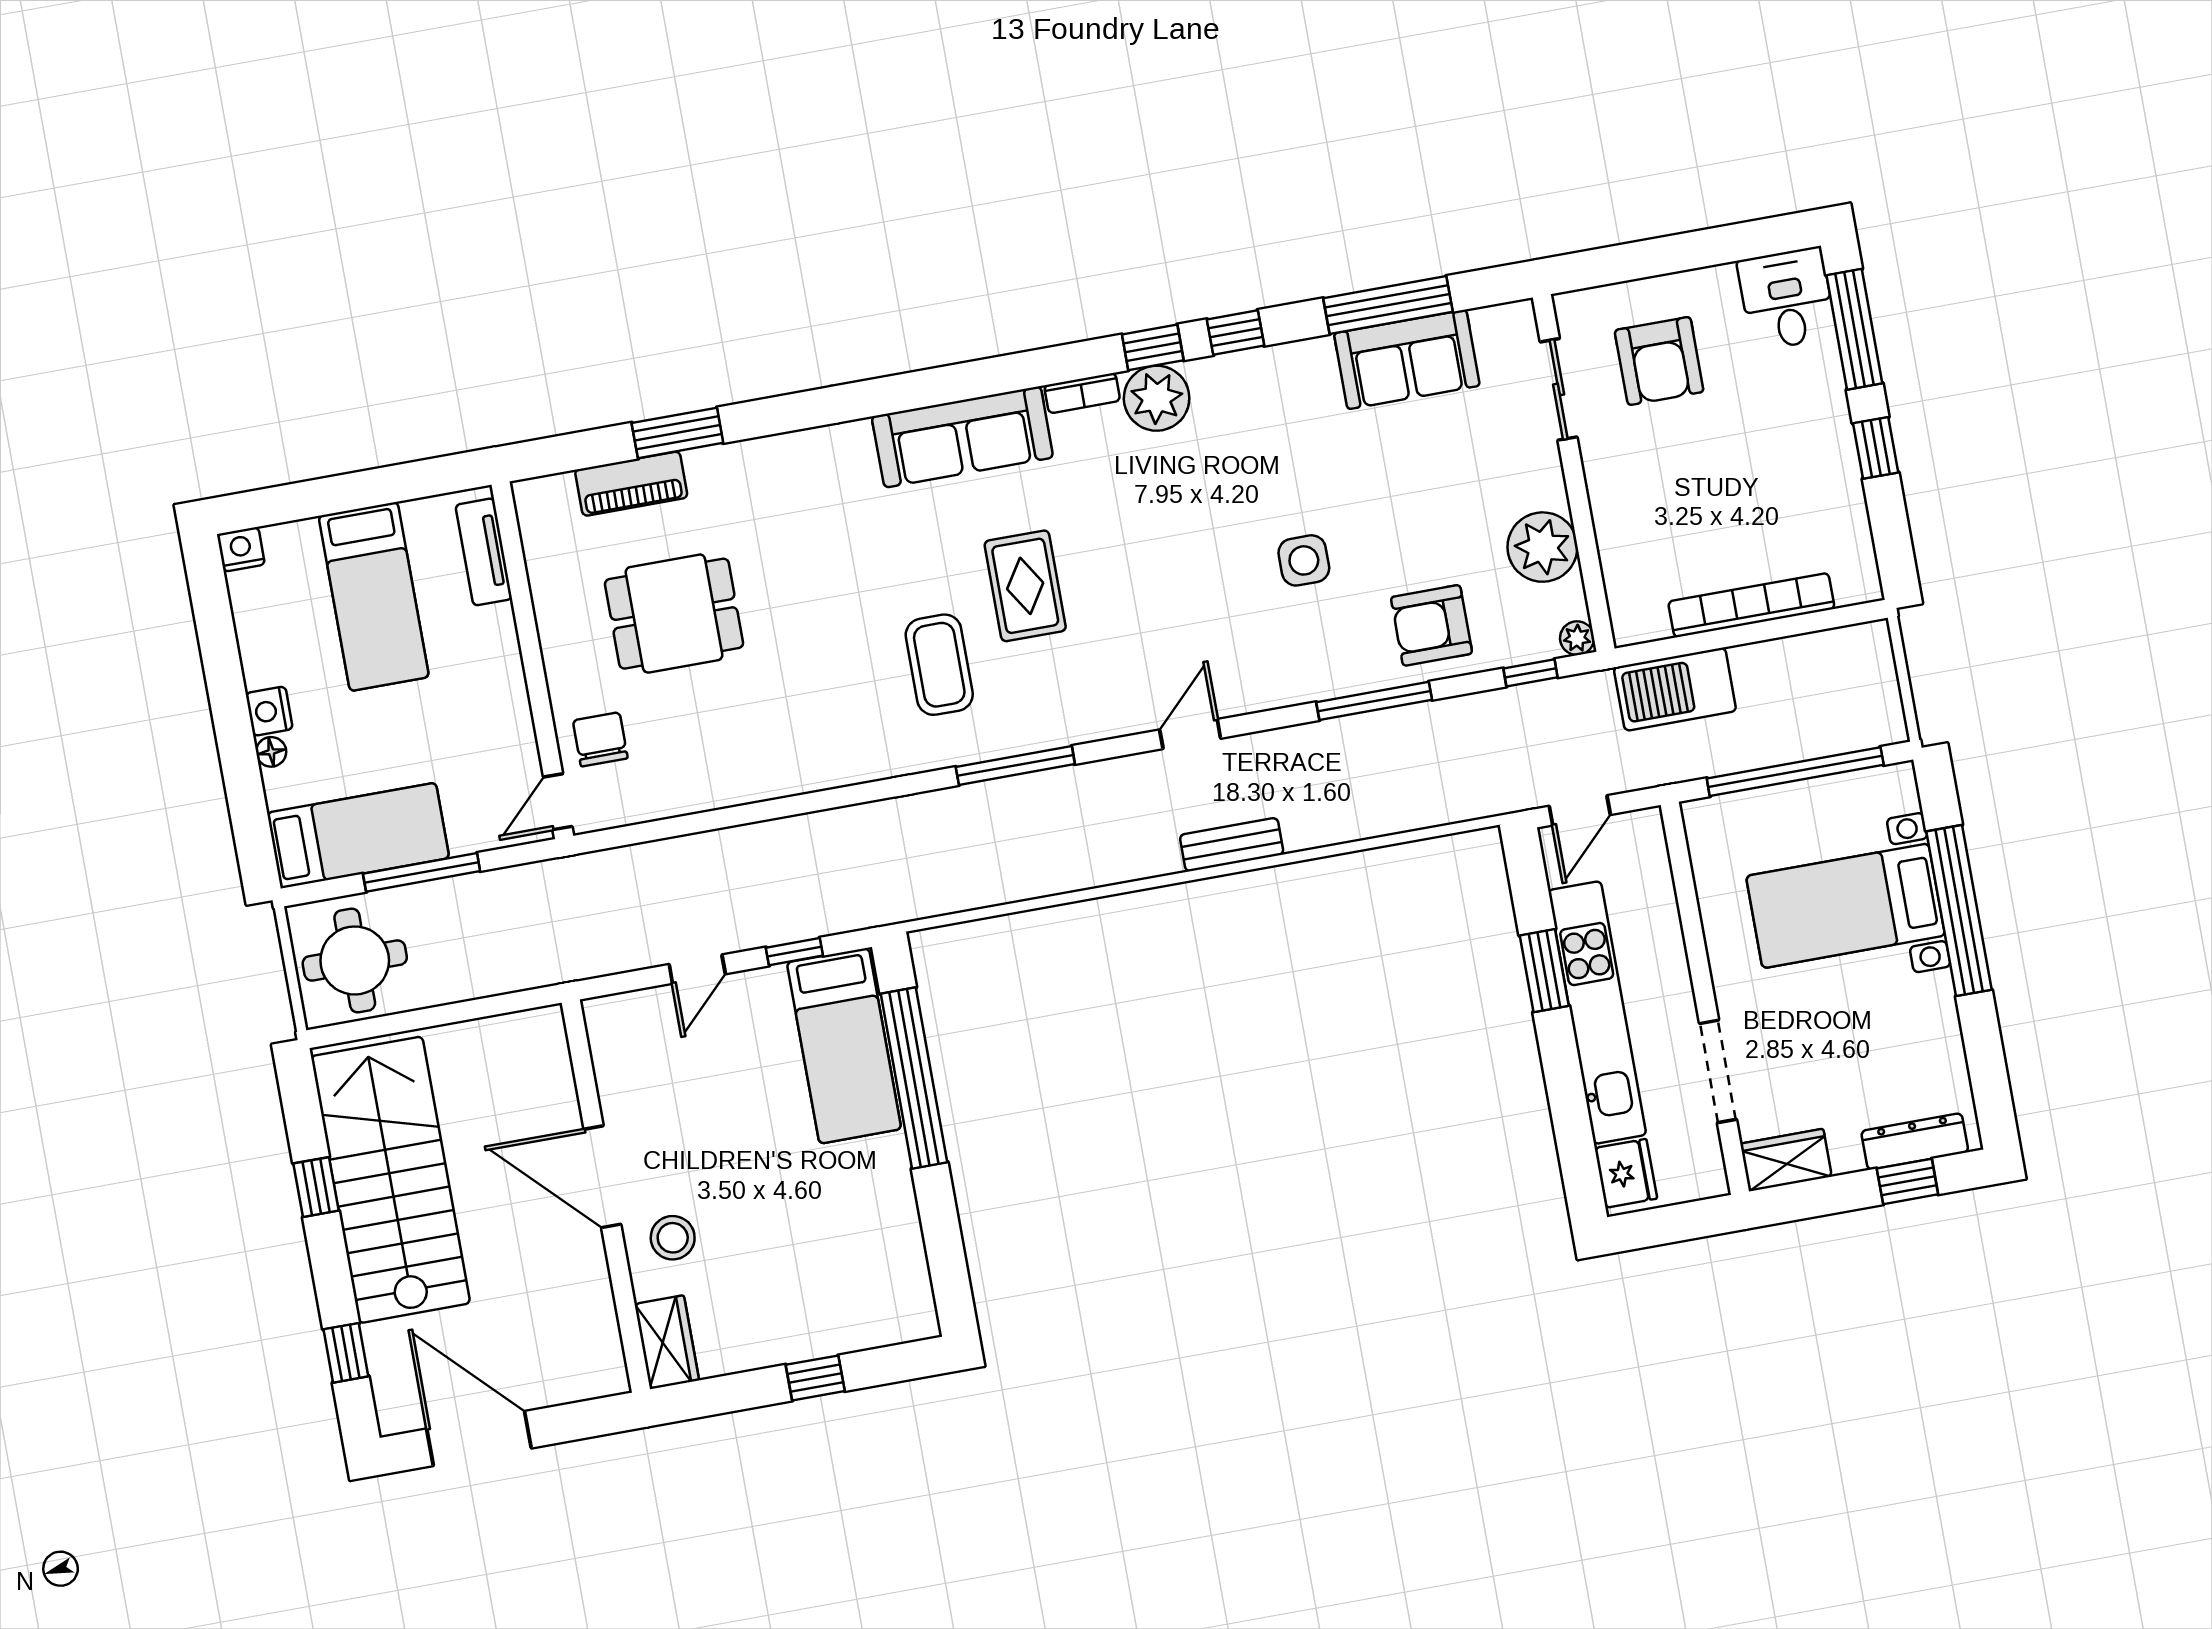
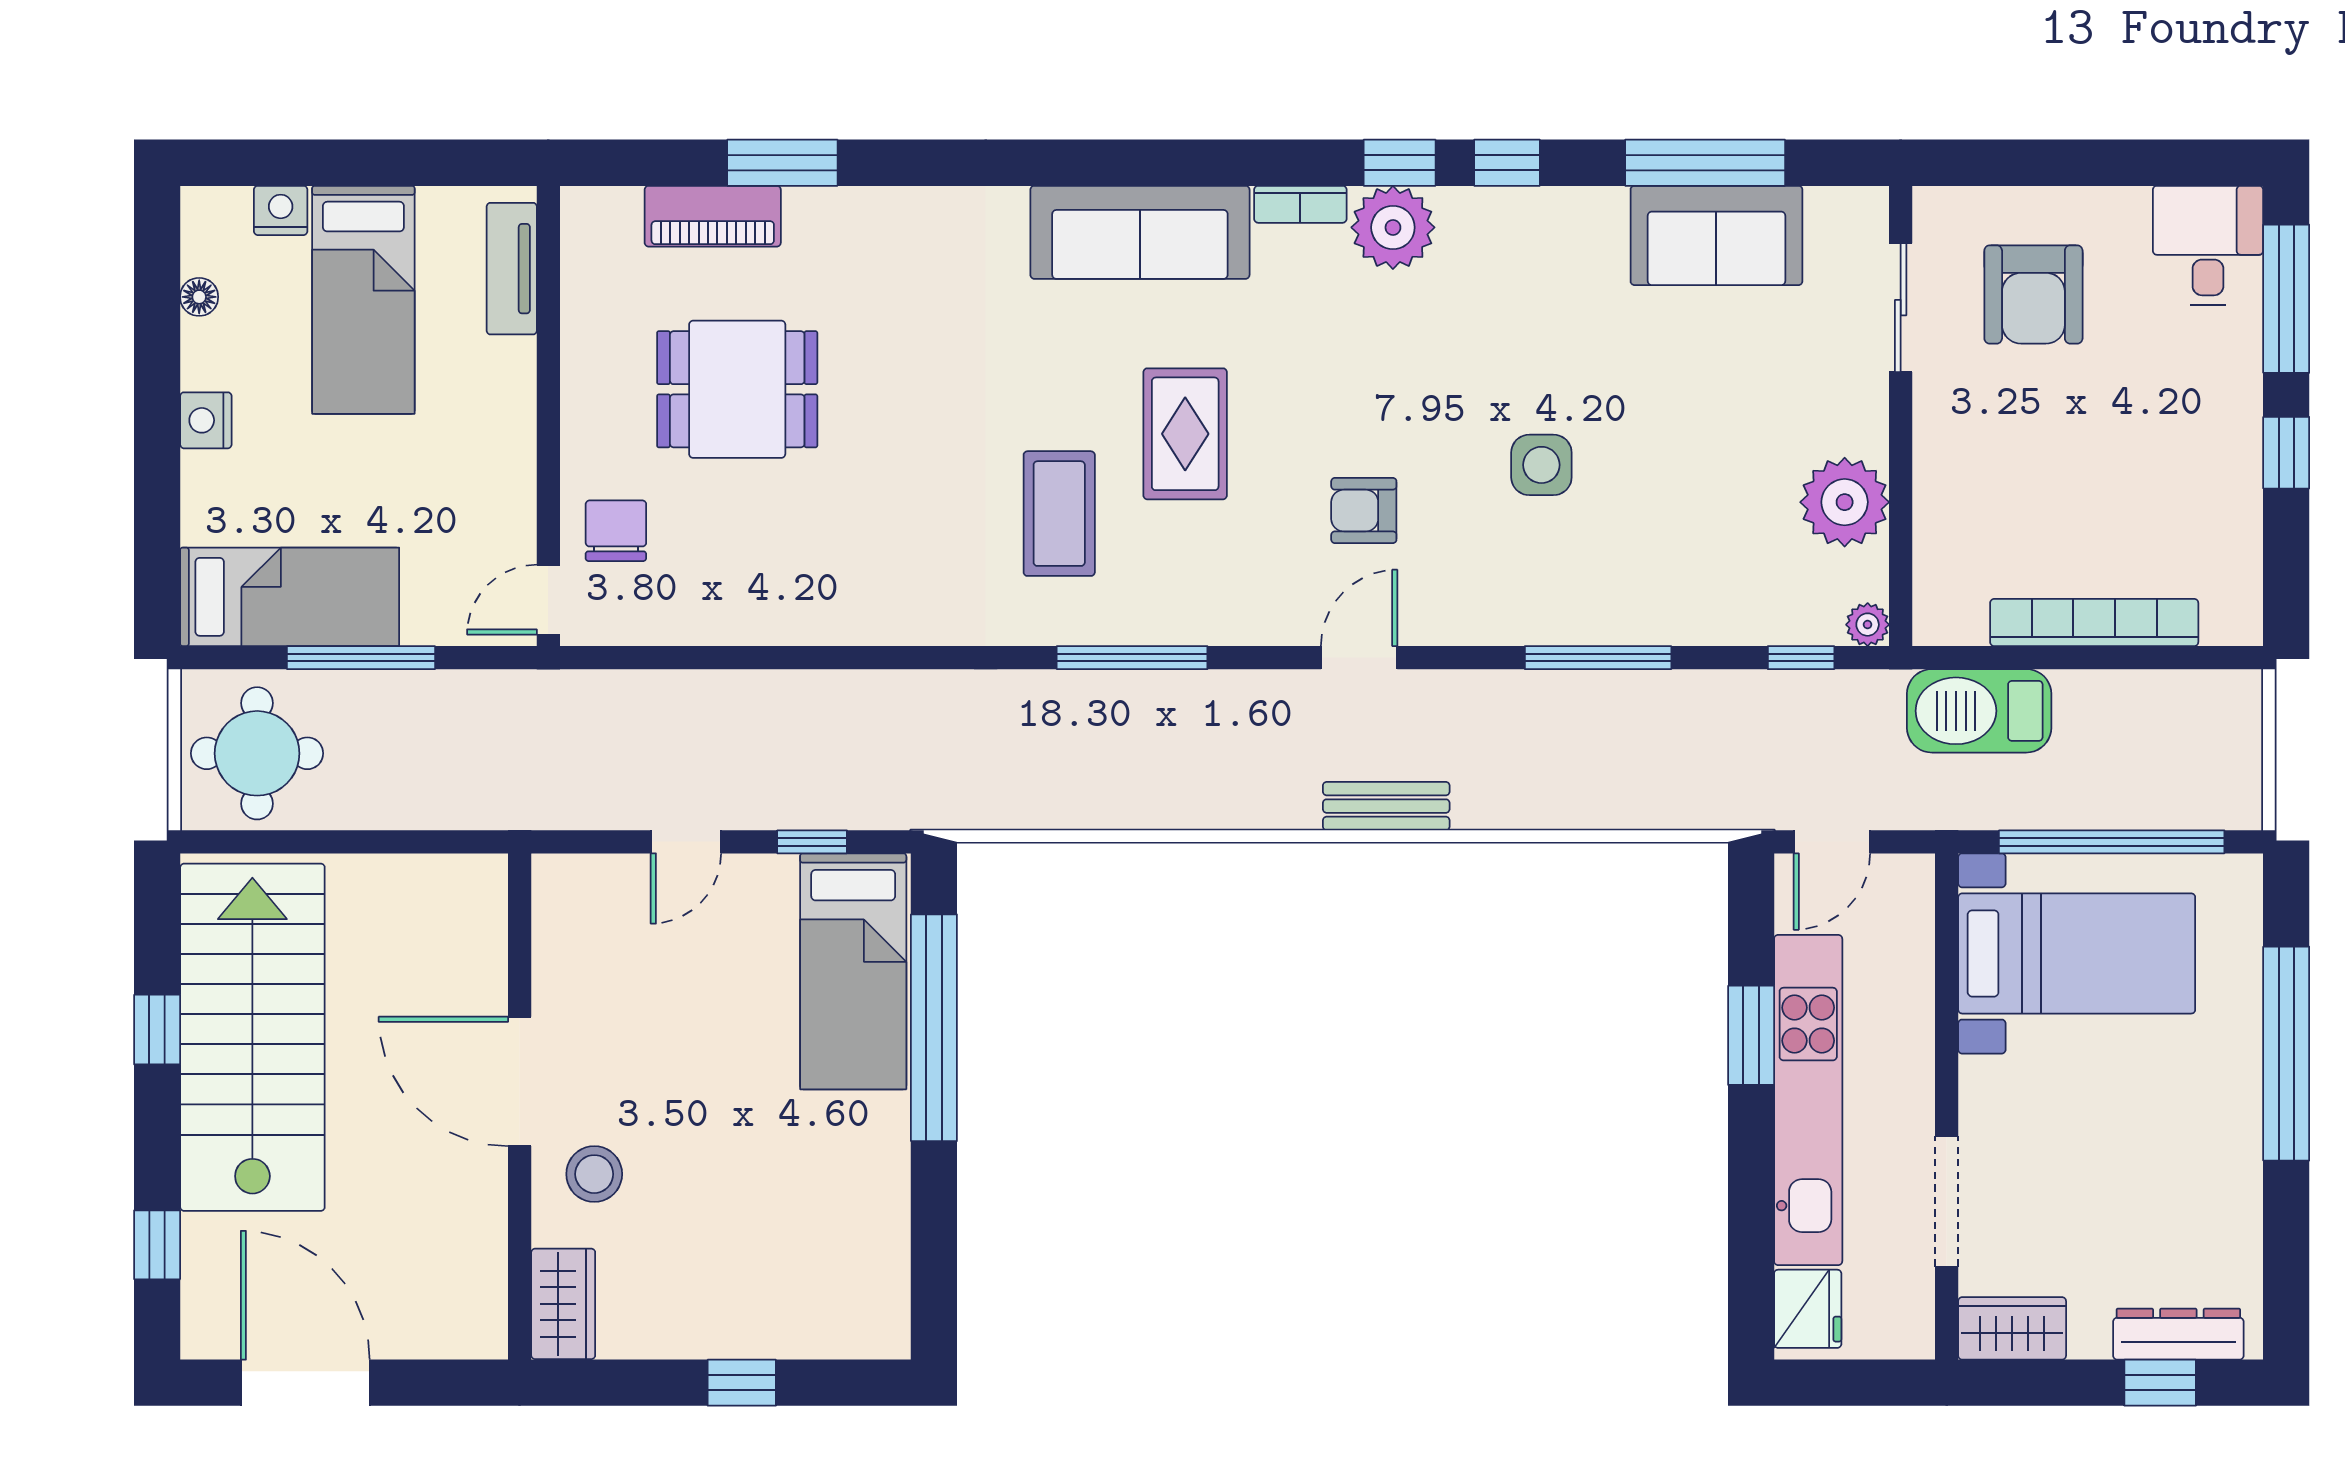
nightstand: (241, 549) -> (281, 210), moved
armchair: (1432, 625) -> (1364, 511), moved, width x0.72, depth x0.72
floor lamp: (271, 752) -> (199, 297), moved
bed with nightstands: (1846, 906) -> (2077, 953), moved, turned 180

